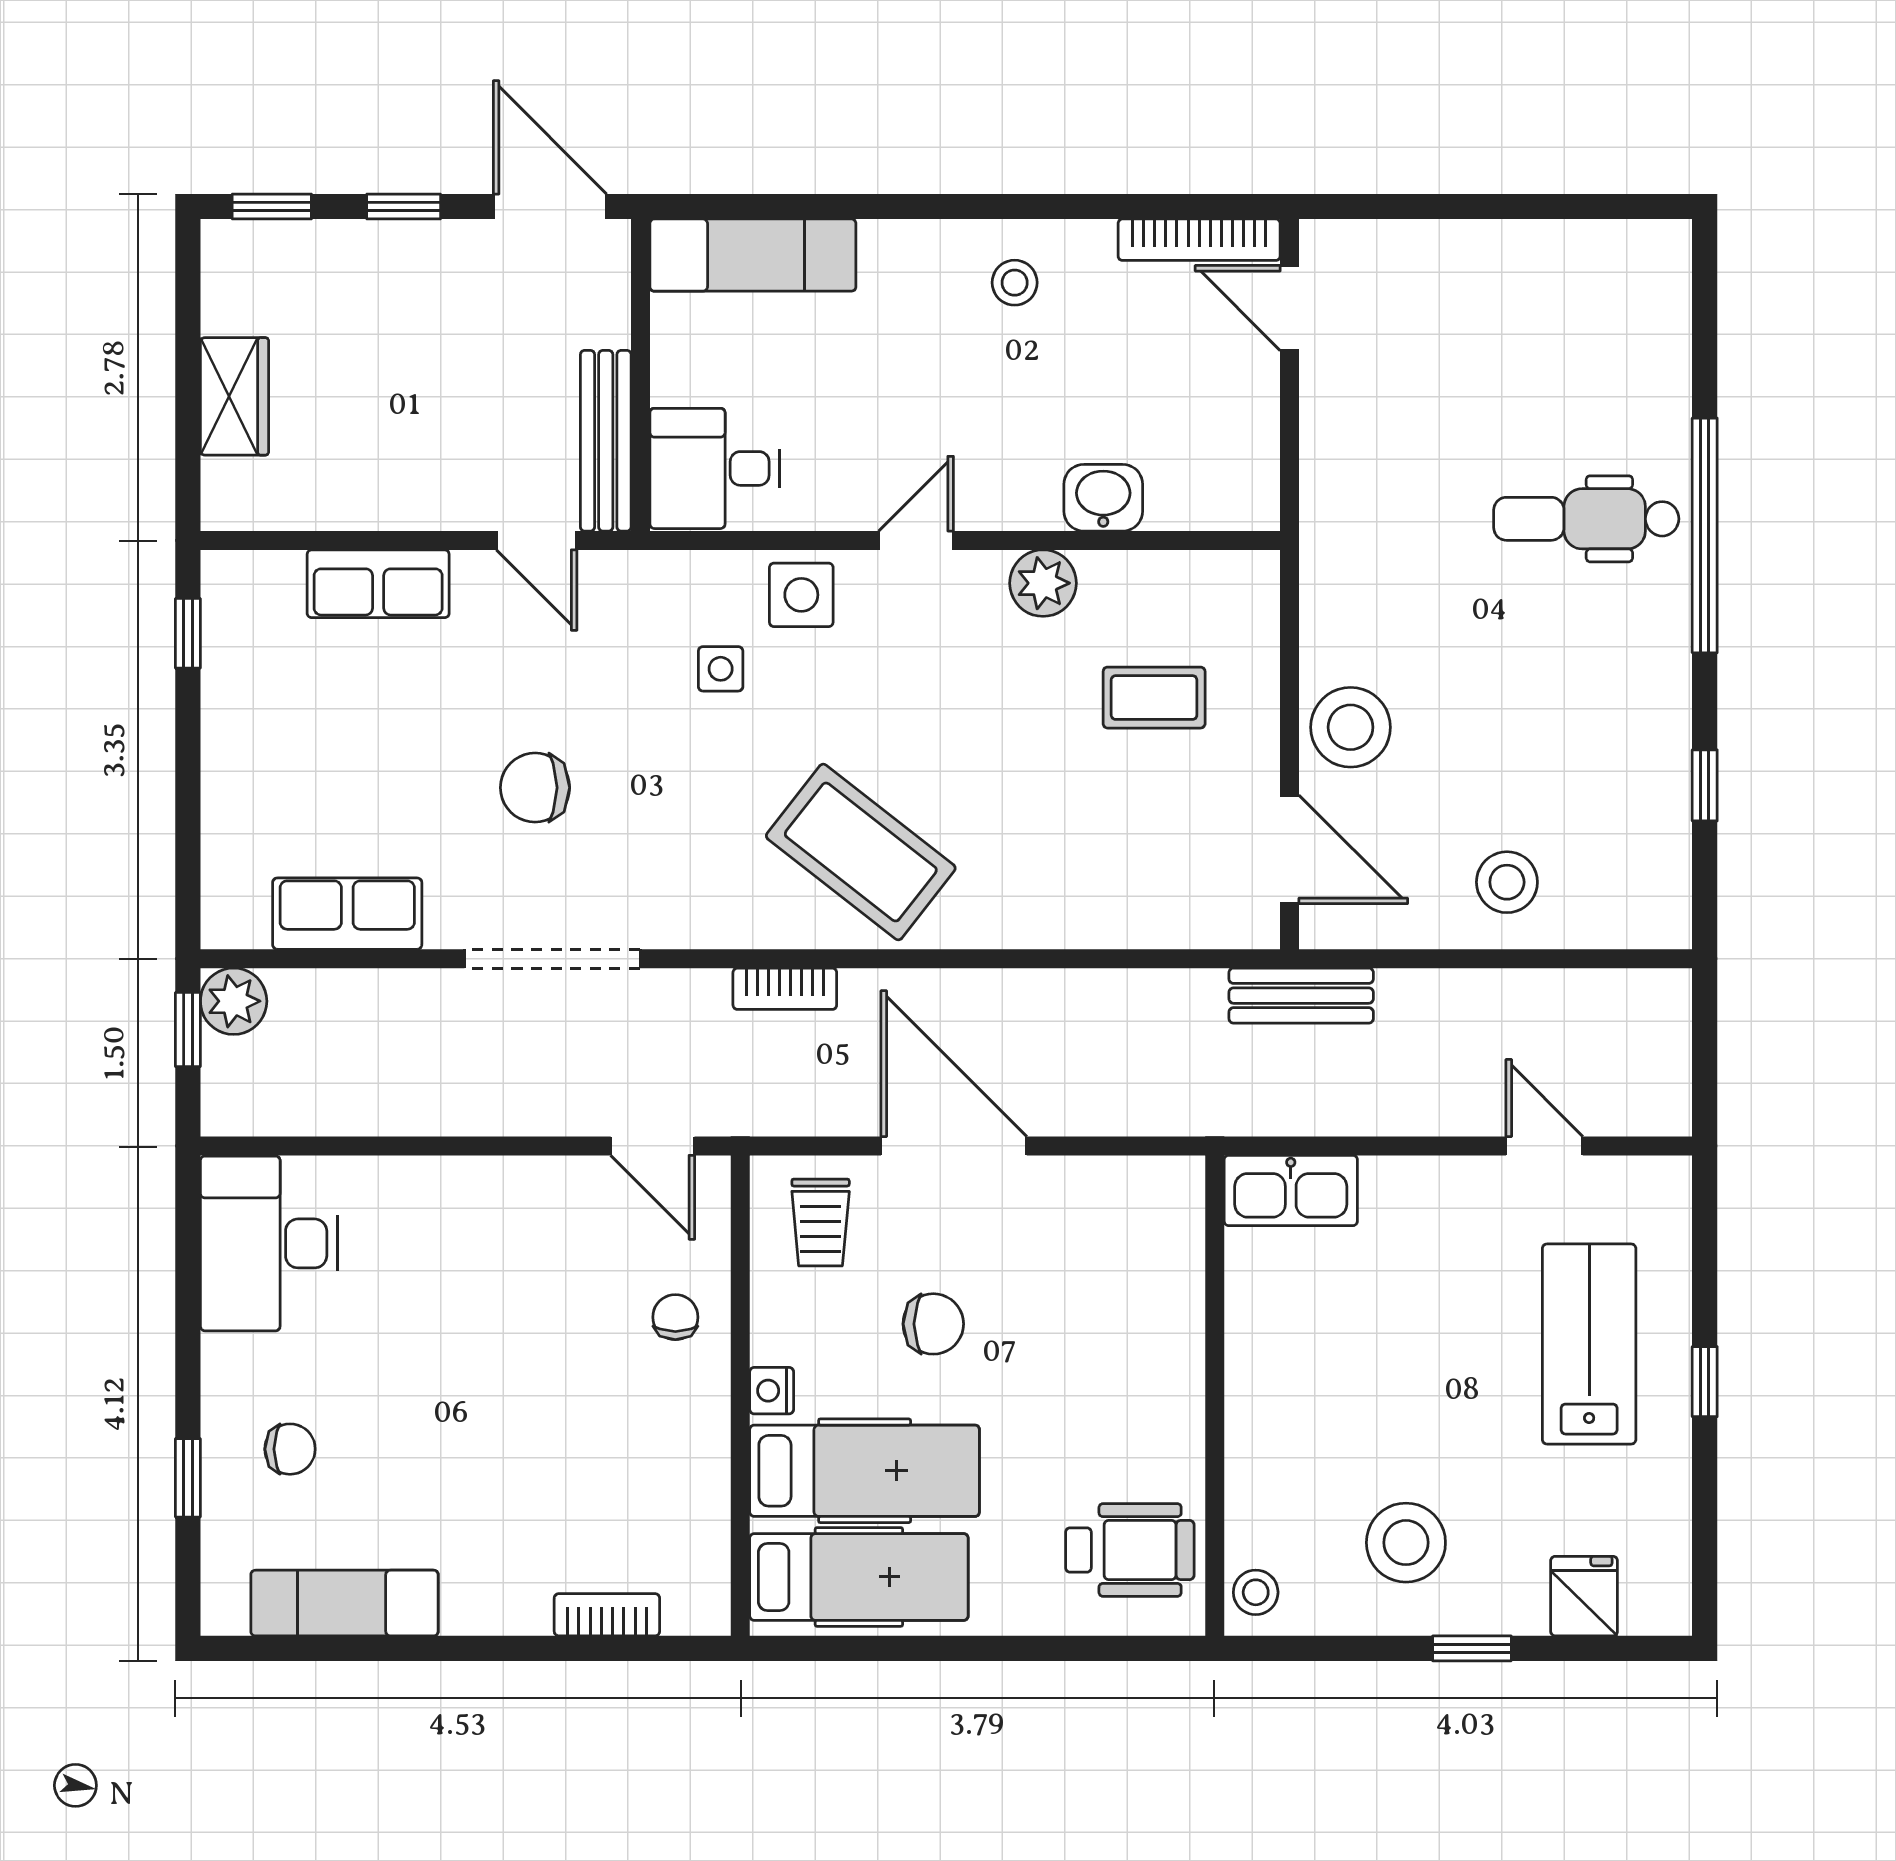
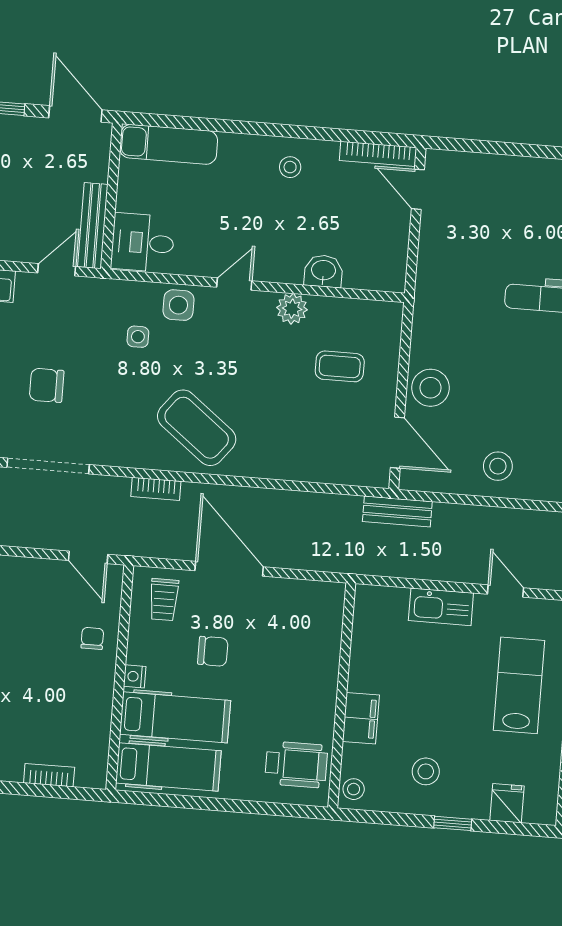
door: (537, 540) -> (57, 270), swing flipped
kitchen sink: (1291, 1190) -> (441, 607), moved
filing cabinet: (1259, 1441) -> (361, 718), added
stool: (1406, 1543) -> (426, 771), width x0.73, depth x0.73

